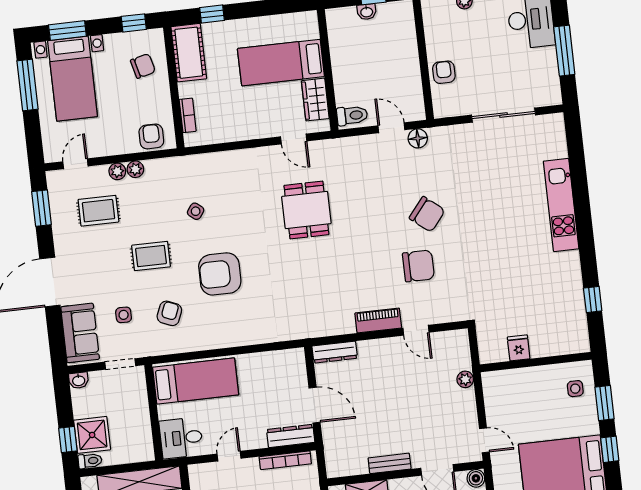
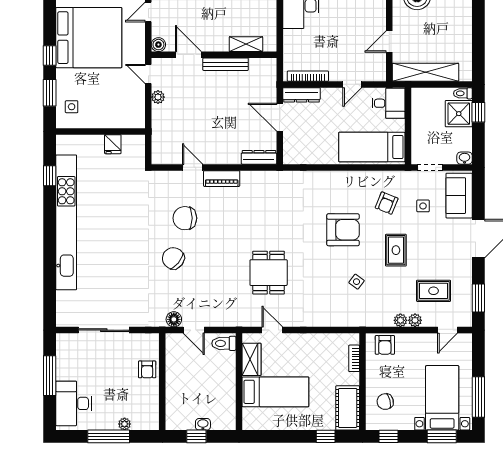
kitchen unit: (561, 205) -> (66, 222), width x1.86
rug: (151, 256) -> (396, 250), turned 90
plant: (465, 379) -> (158, 97), moved
bench: (390, 463) -> (226, 64), width x1.36

